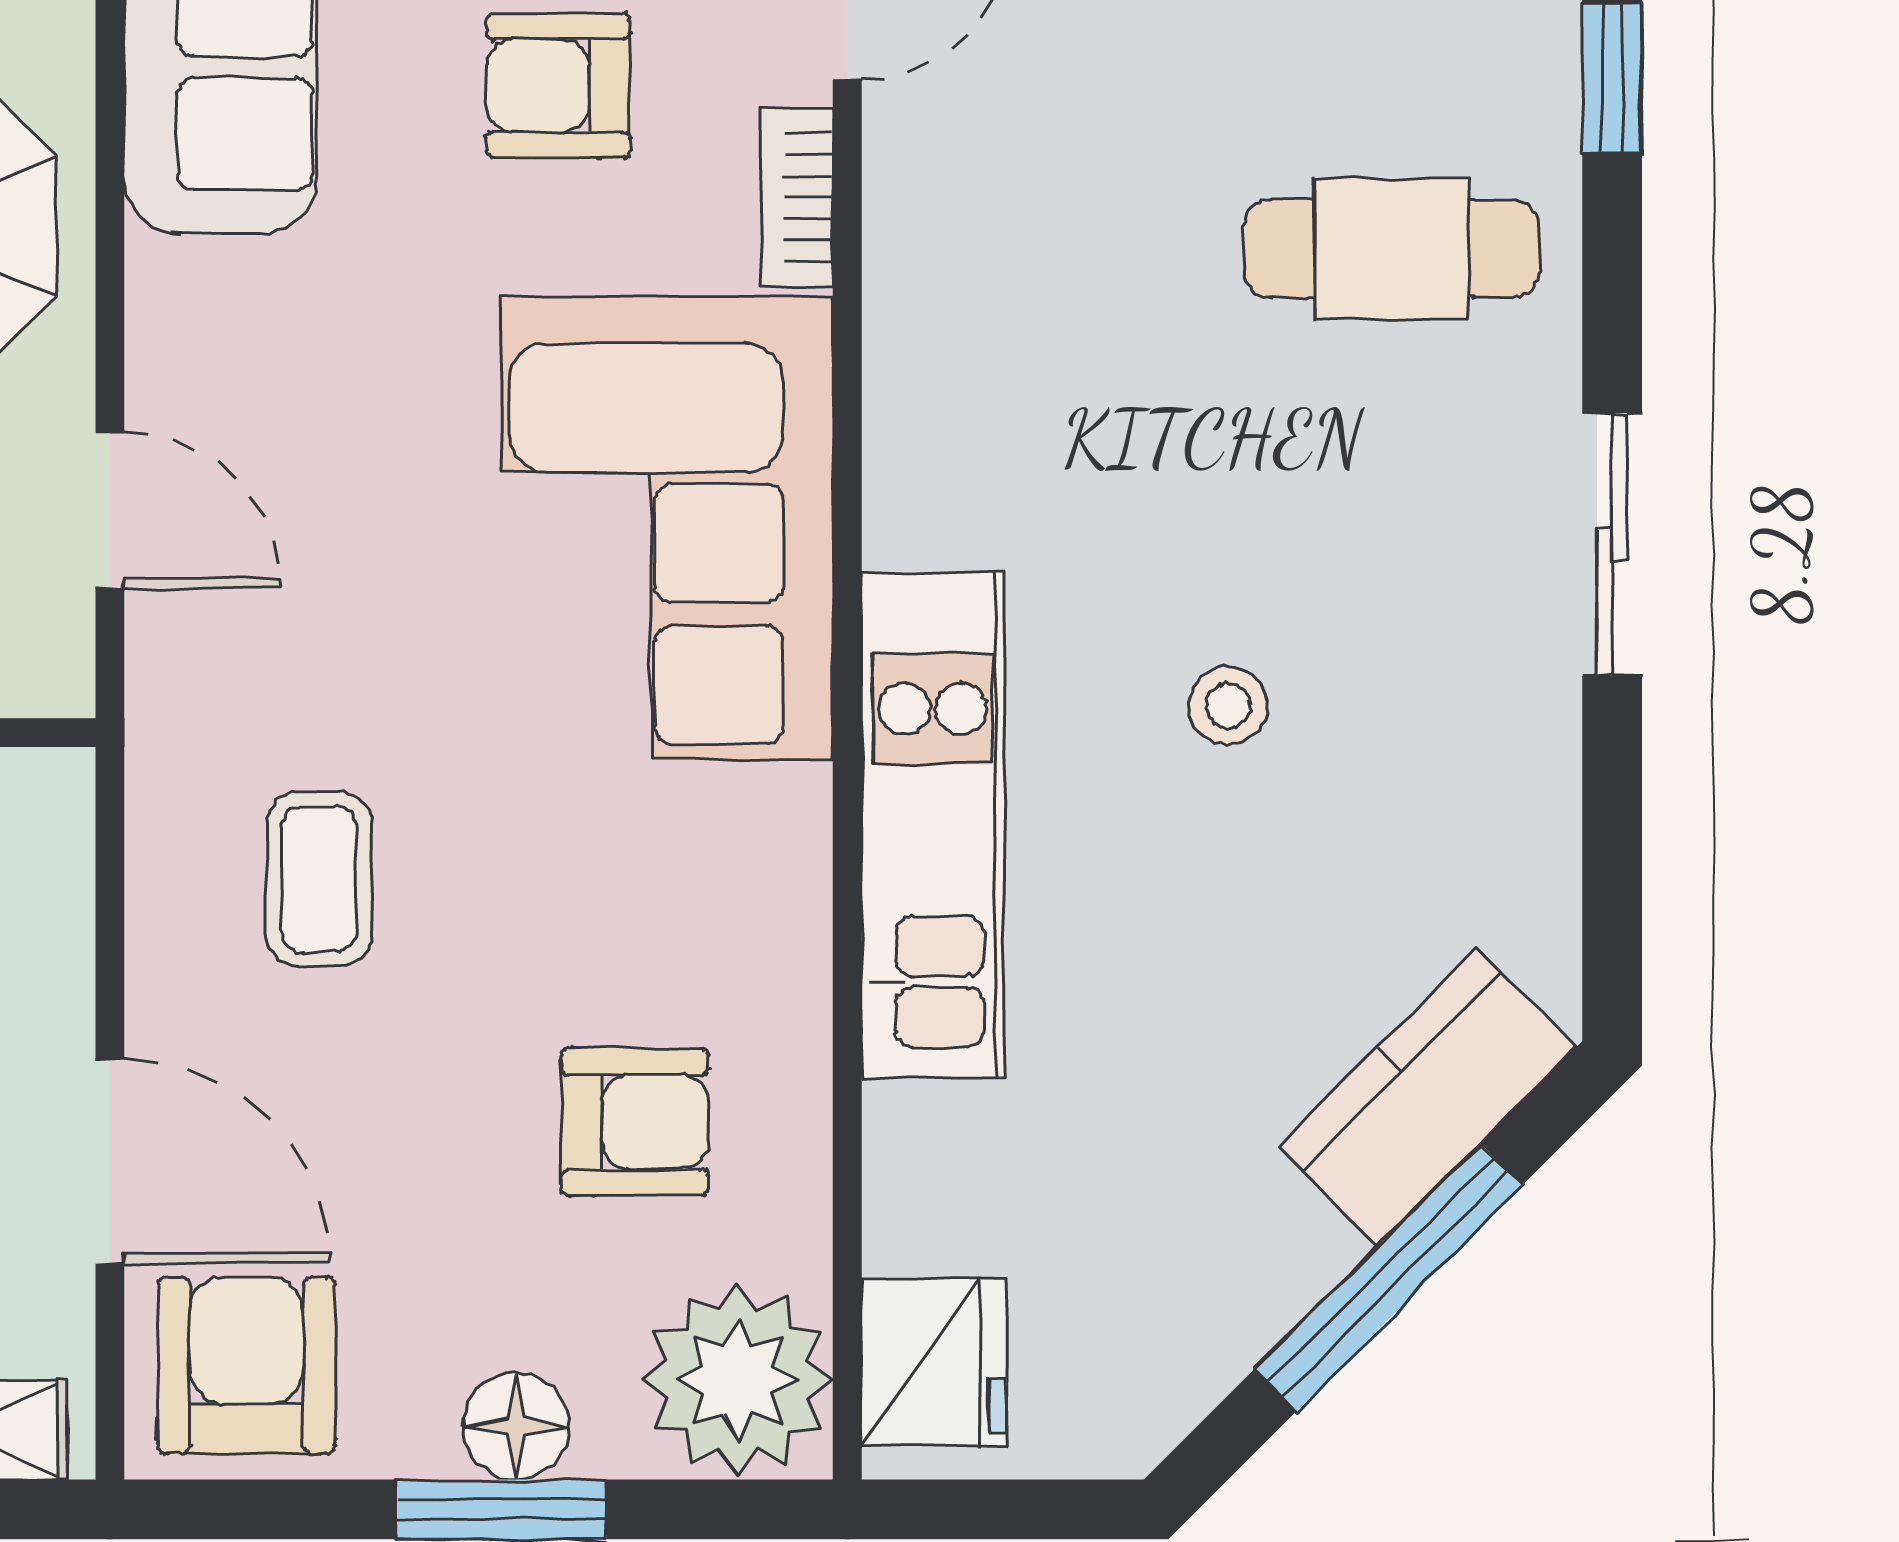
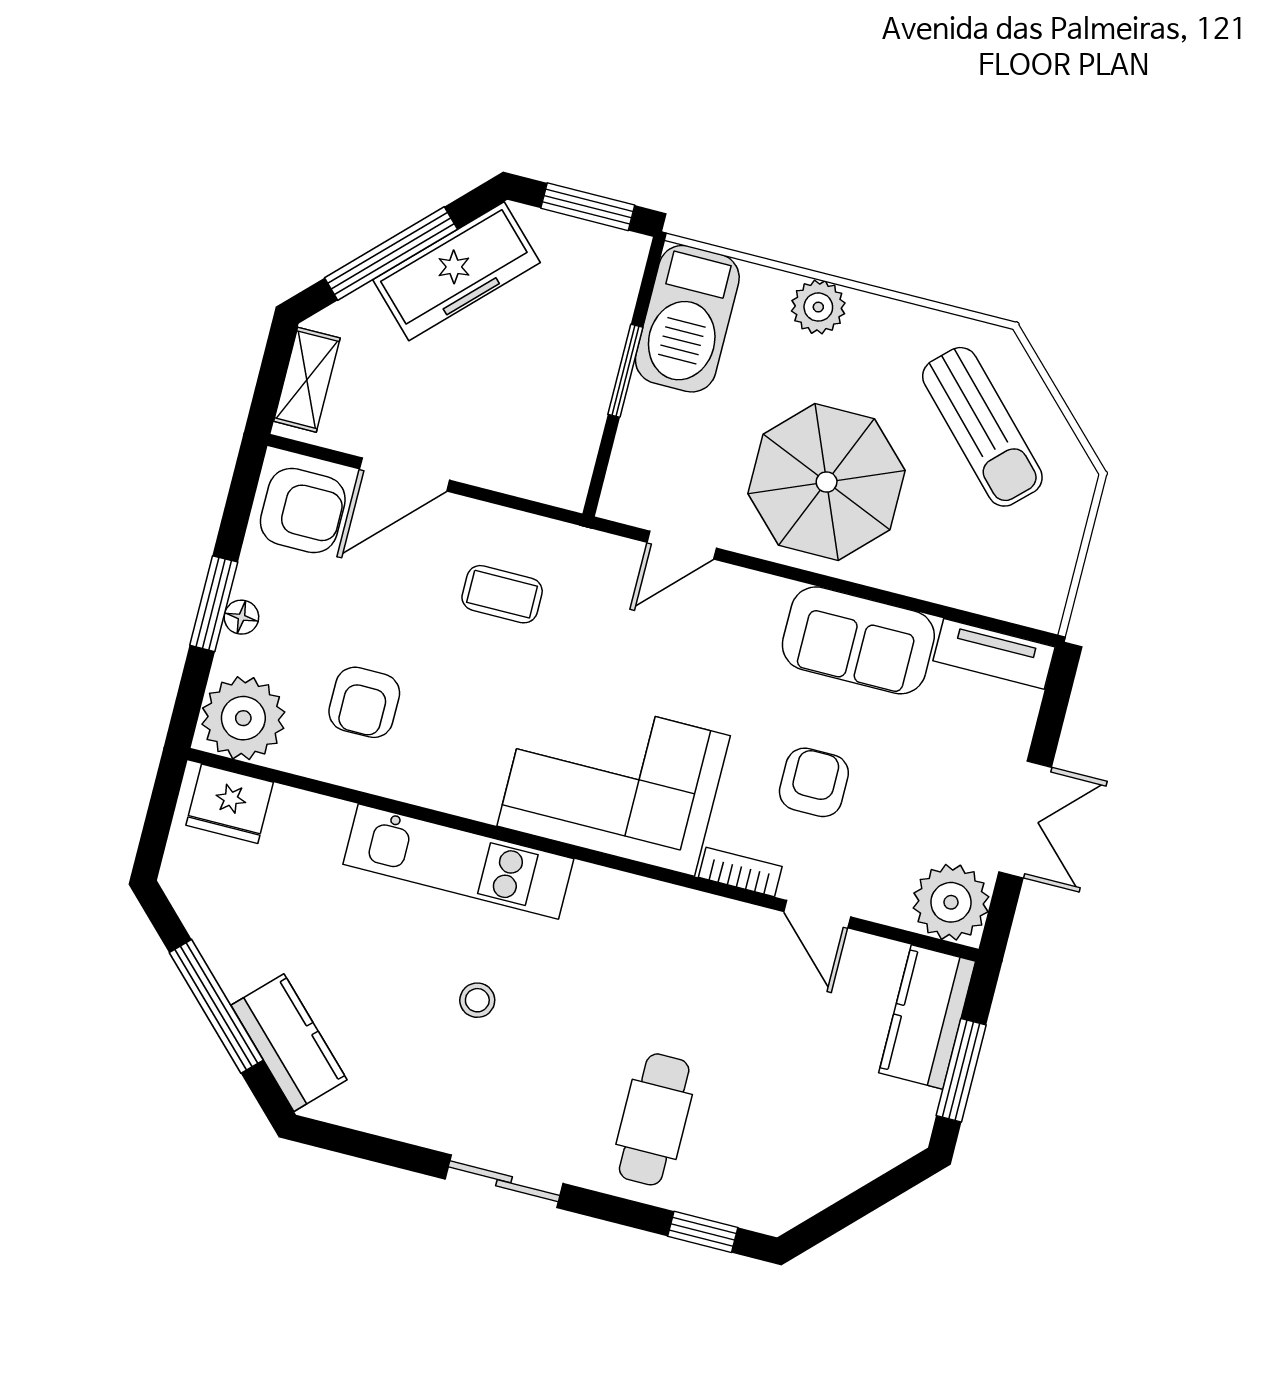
floor lamp: (516, 1426) -> (241, 617), width x0.73, depth x0.73

